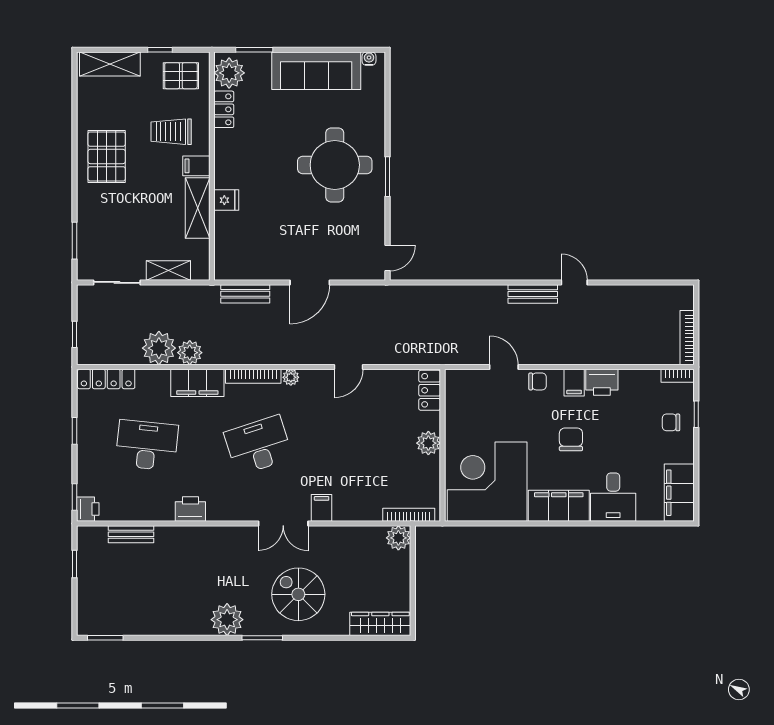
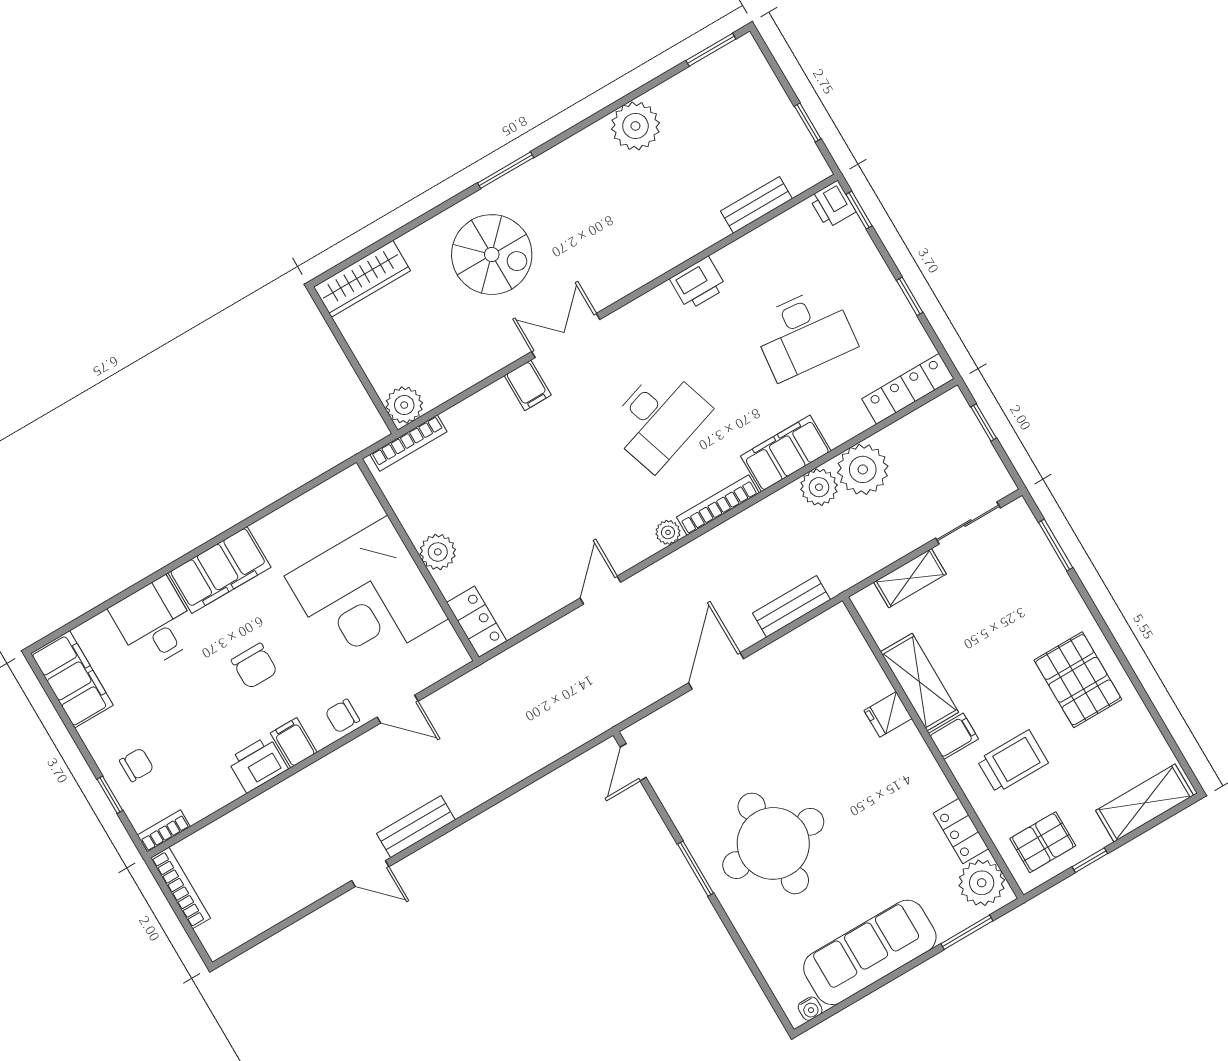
corner desk: (487, 482) -> (366, 597), moved, turned 90
plant: (227, 620) -> (635, 126), moved

